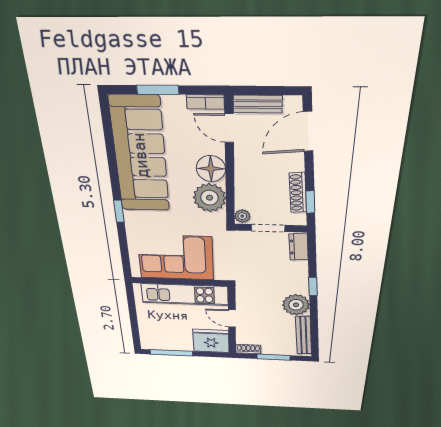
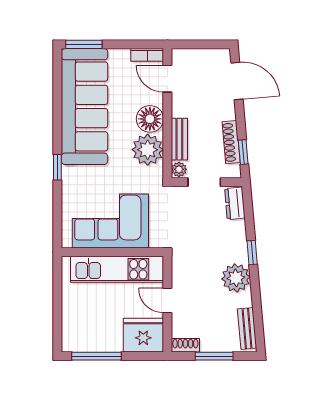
window: (158, 90) -> (84, 44), moved
bench: (258, 104) -> (179, 139), moved, turned 90
door: (308, 132) -> (237, 81), swing flipped
bench: (304, 335) -> (247, 328), width x0.73

